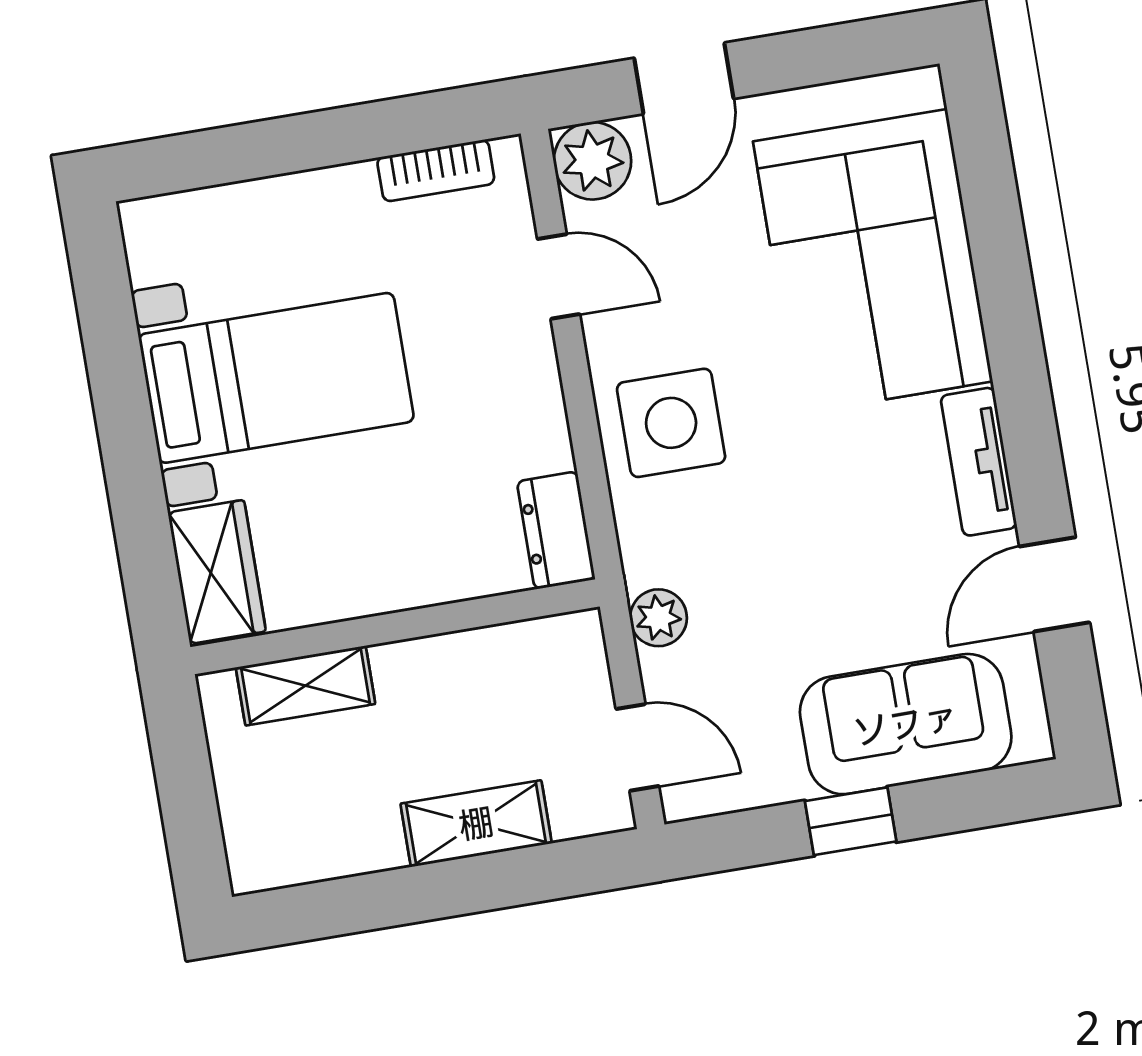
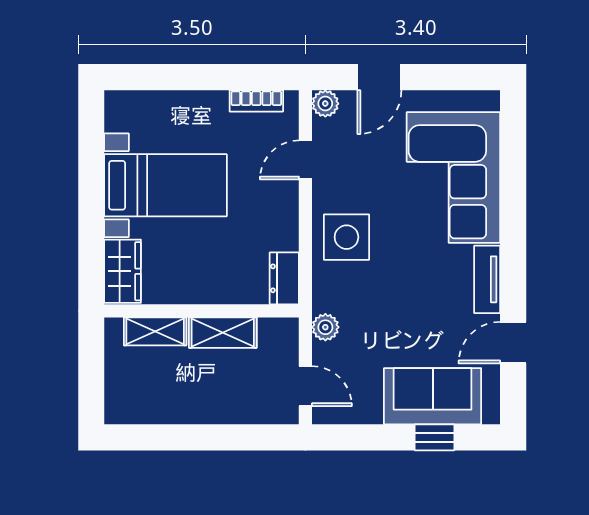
plant: (592, 161) -> (325, 104), width x0.73, depth x0.73
door: (559, 277) -> (305, 160), swing flipped
window: (851, 821) -> (434, 437), moved
shelving: (476, 824) -> (223, 333), moved

